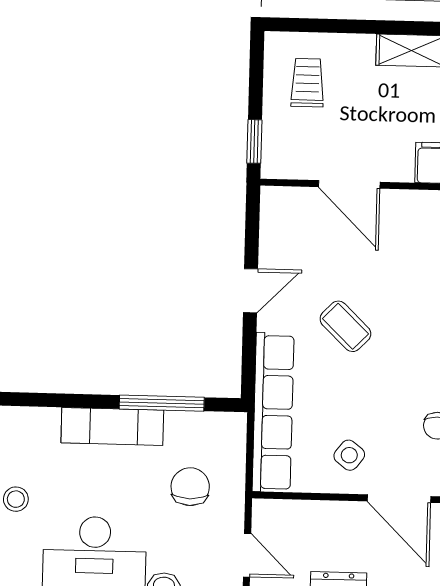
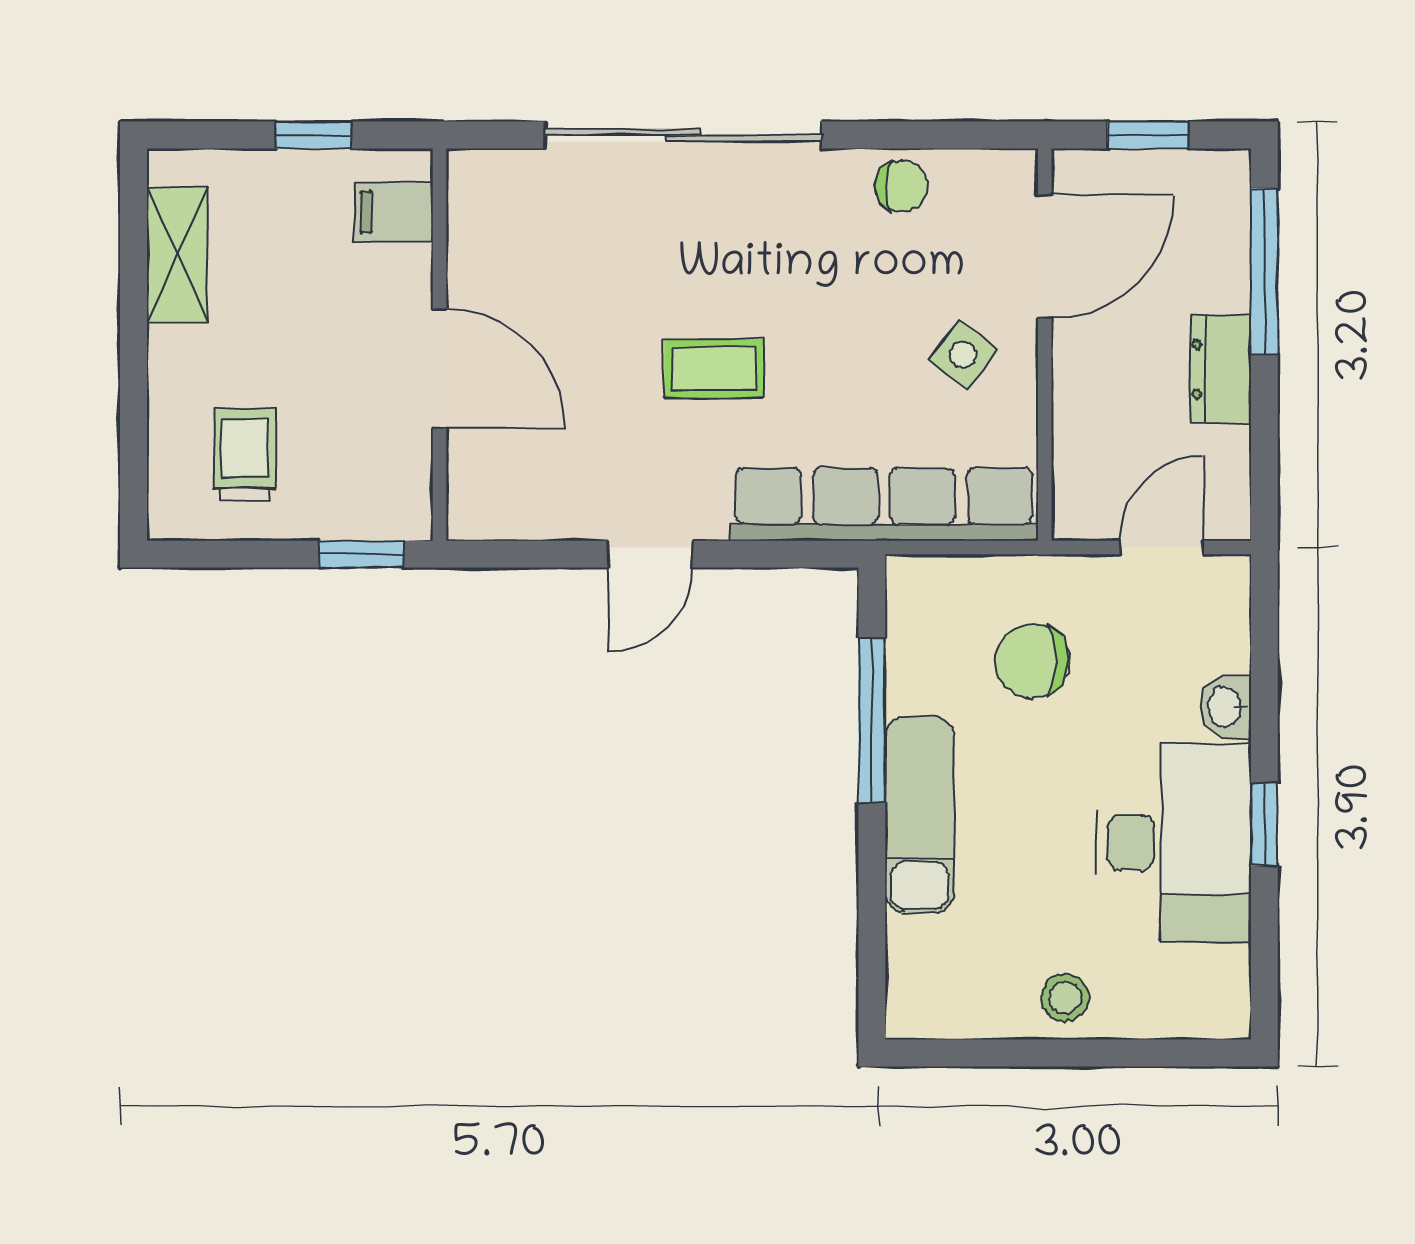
trolley: (307, 83) -> (245, 454), turned 90
door: (349, 184) -> (439, 368), hinge flipped
door: (251, 291) -> (650, 554), swing flipped
coffee table: (345, 326) -> (714, 369), turned 46

